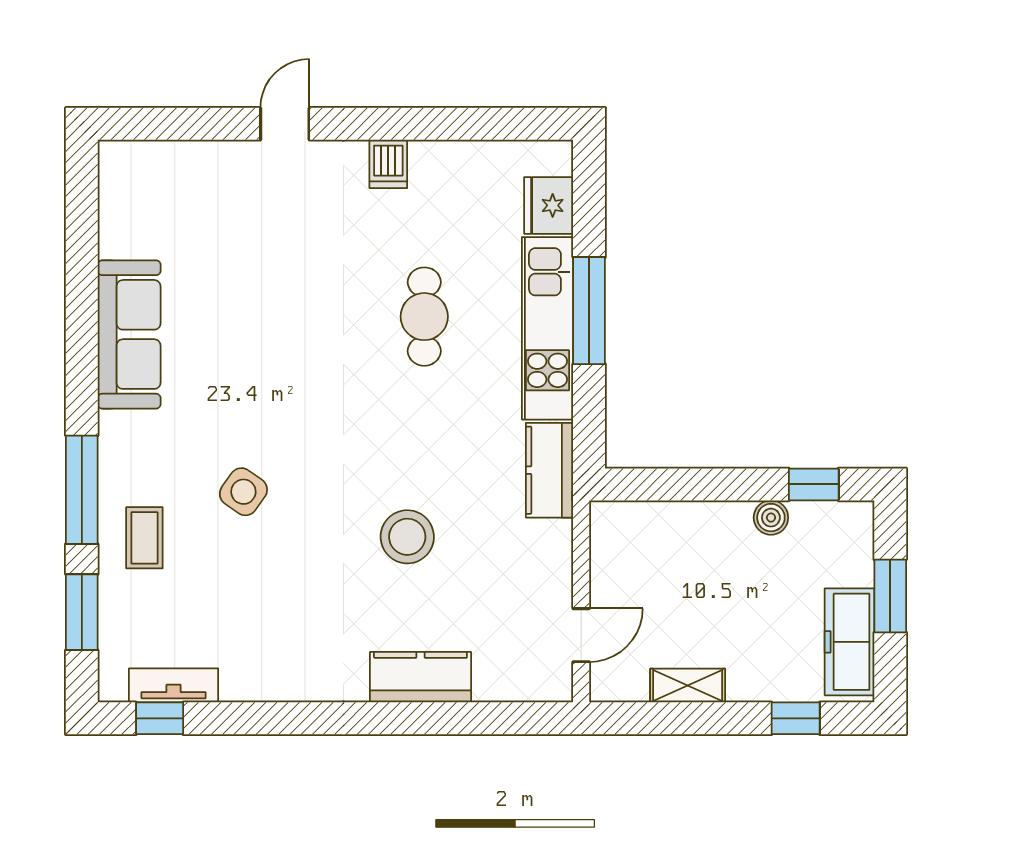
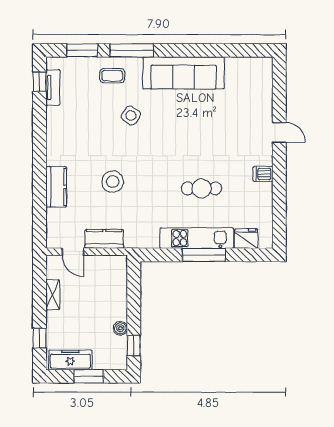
sofa: (129, 334) -> (183, 73), width x1.36, depth x1.27
kitchen counter: (549, 470) -> (104, 239), moved

